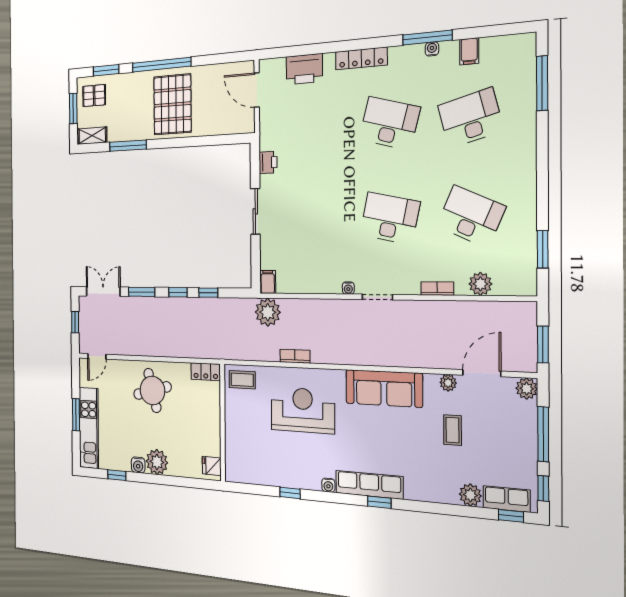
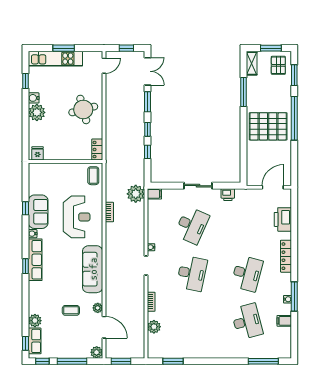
desk: (471, 216) -> (192, 225), moved
door: (97, 356) -> (104, 66), swing flipped
sofa: (295, 473) -> (38, 212), added

